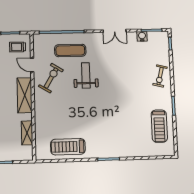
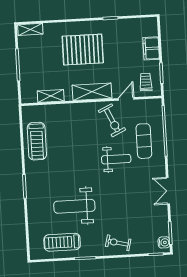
water cooler: (142, 36) -> (164, 242), moved
exercise bike: (51, 78) -> (112, 120), turned 34
weight bench: (127, 114) -> (74, 206), added
treadmill: (68, 147) -> (37, 141), turned 180

